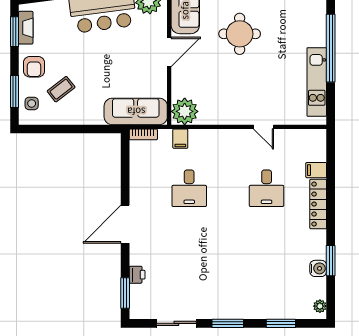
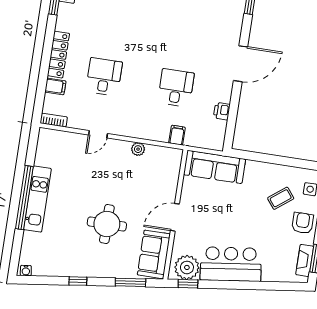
kitchen unit: (317, 82) -> (37, 199), moved
plant: (185, 111) -> (138, 149), moved, width x0.53, depth x0.53
door: (263, 127) -> (98, 134), swing flipped
bookcase: (143, 134) -> (54, 120), moved
printer: (137, 275) -> (222, 111), moved

